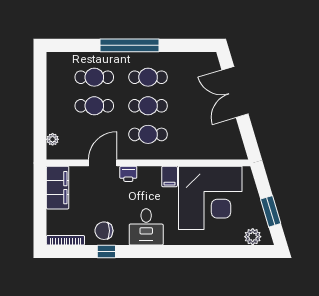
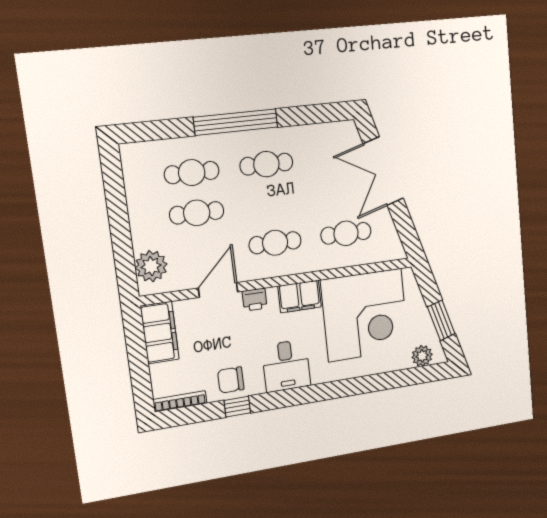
cafe table: (148, 106) -> (346, 233), moved
plant: (53, 139) -> (151, 266), width x1.87, depth x1.87
filing cabinet: (170, 176) -> (300, 297), width x2.00

